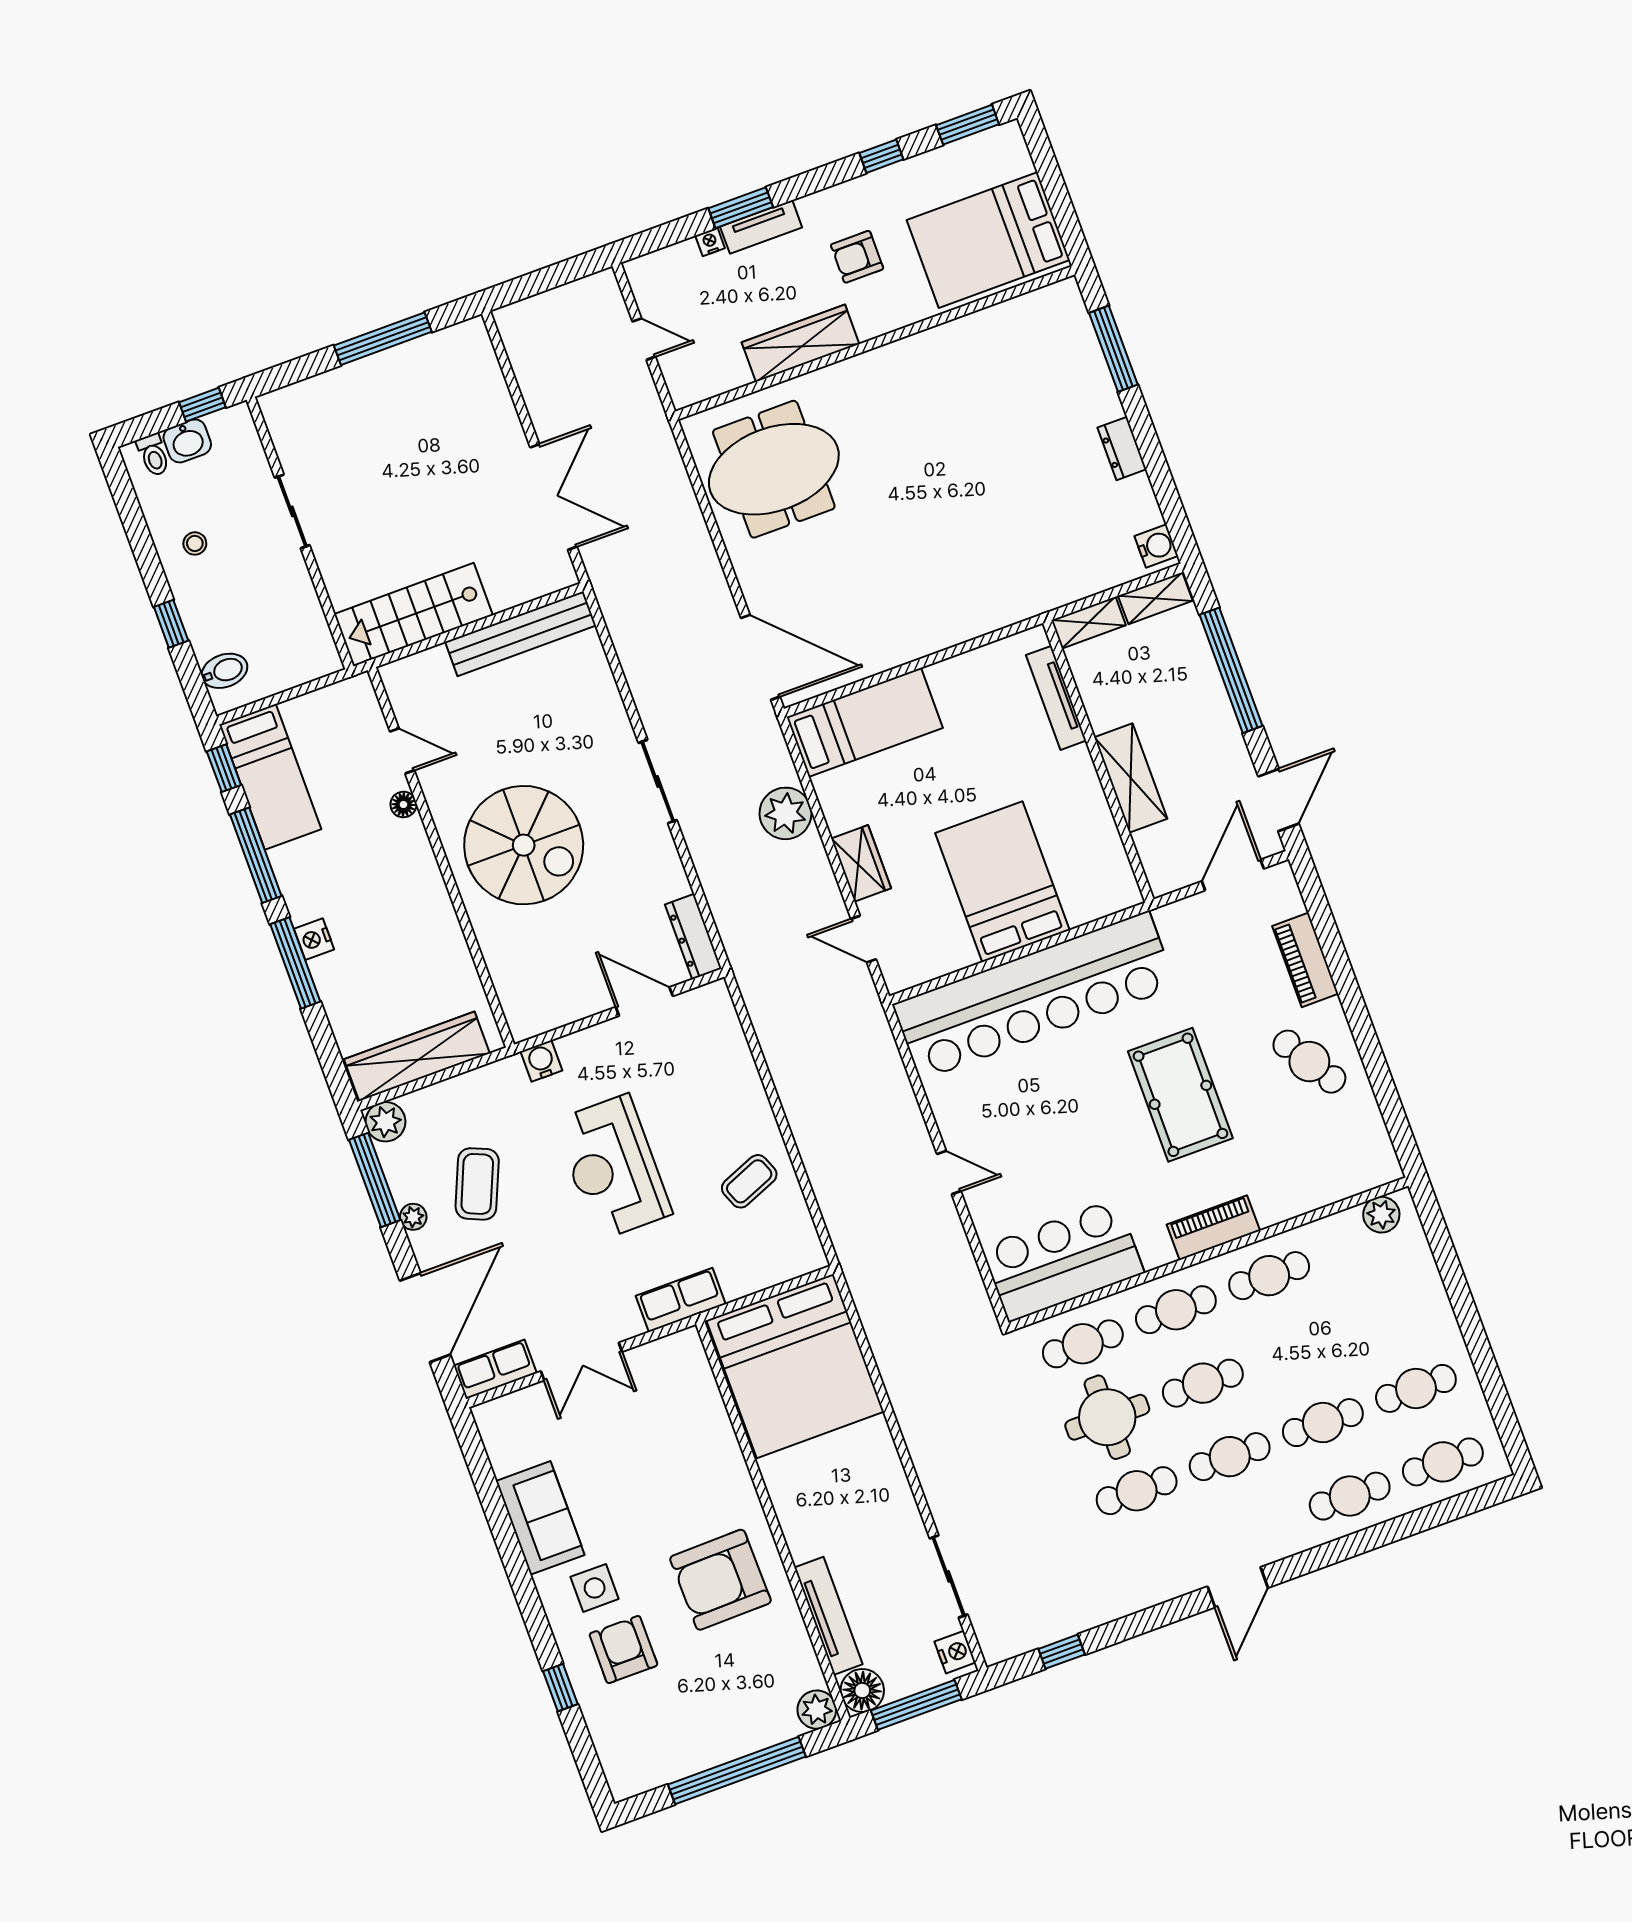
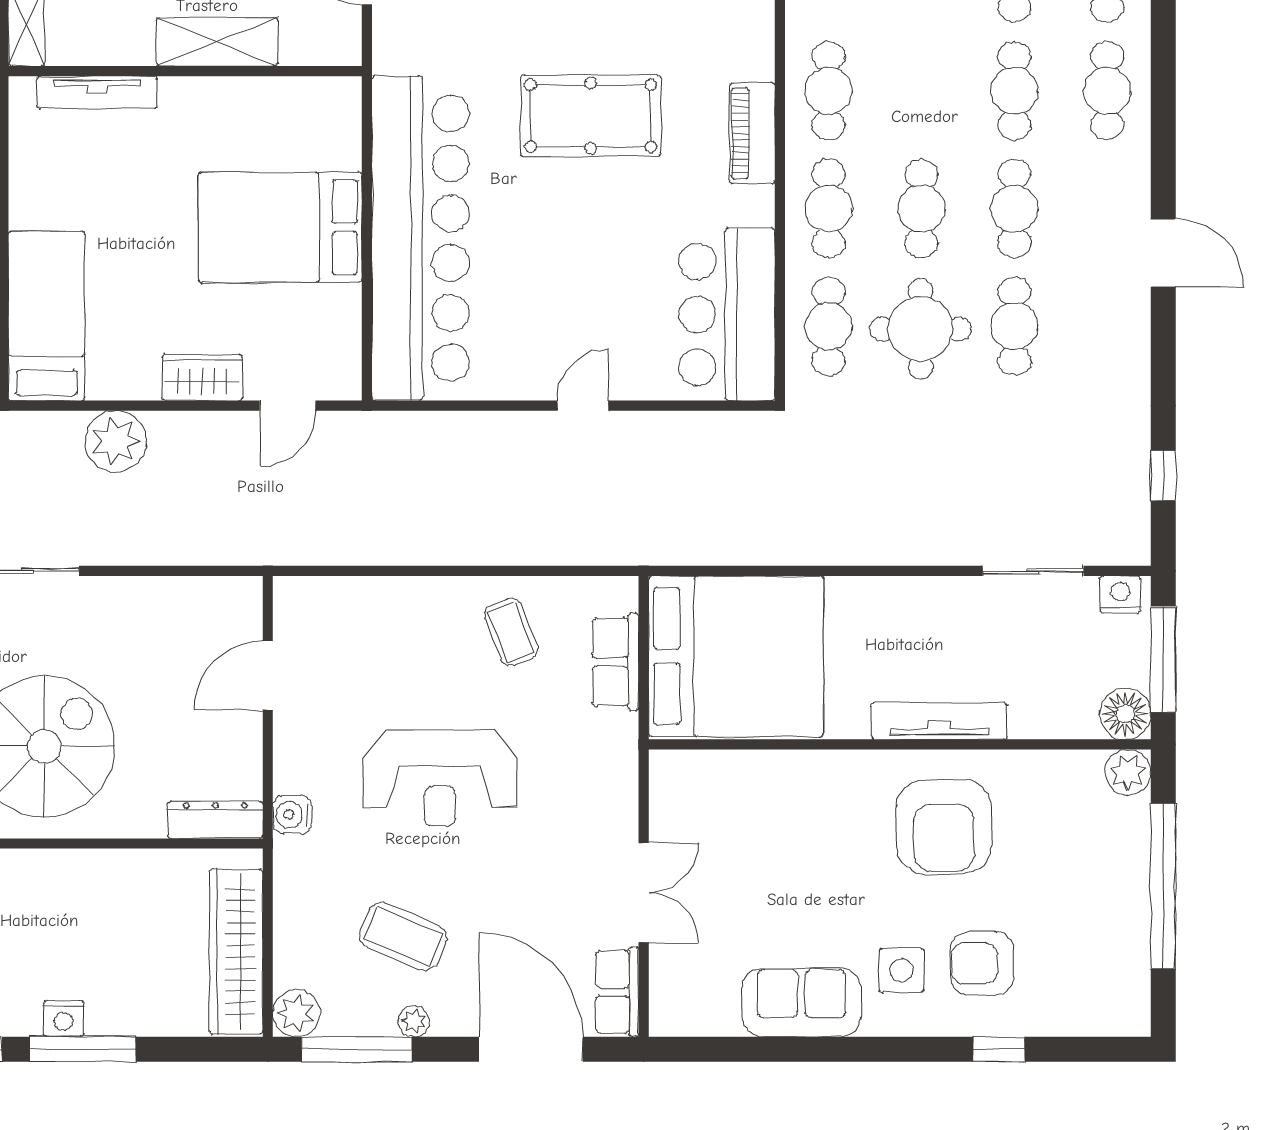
dresser: (693, 936) -> (215, 820), moved, turned 180
row of seats: (681, 1300) -> (615, 662), moved
tv unit: (828, 1616) -> (939, 721), moved

